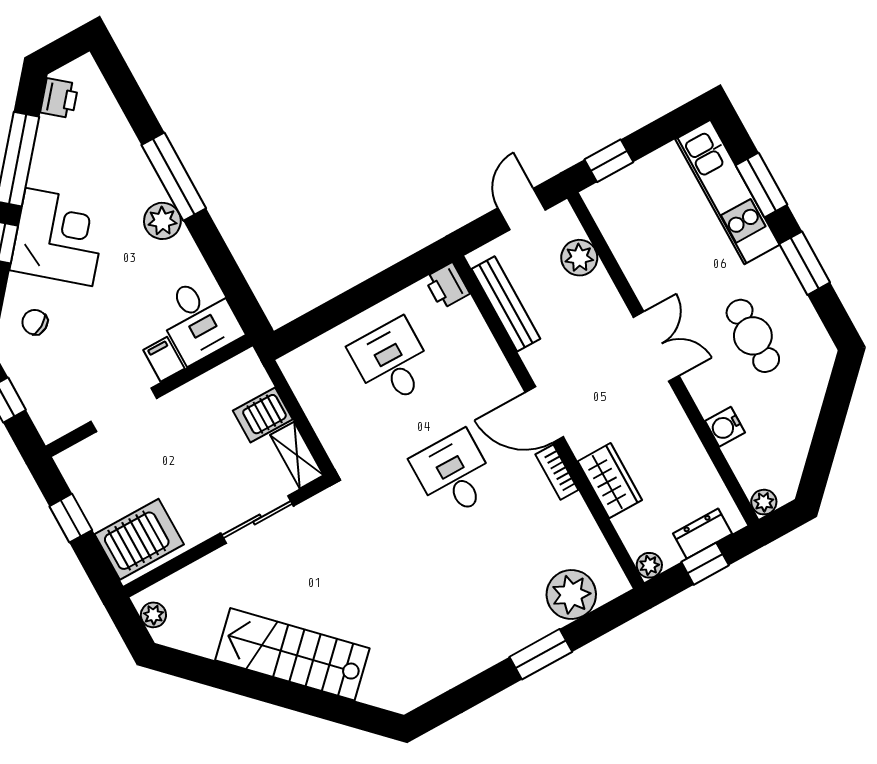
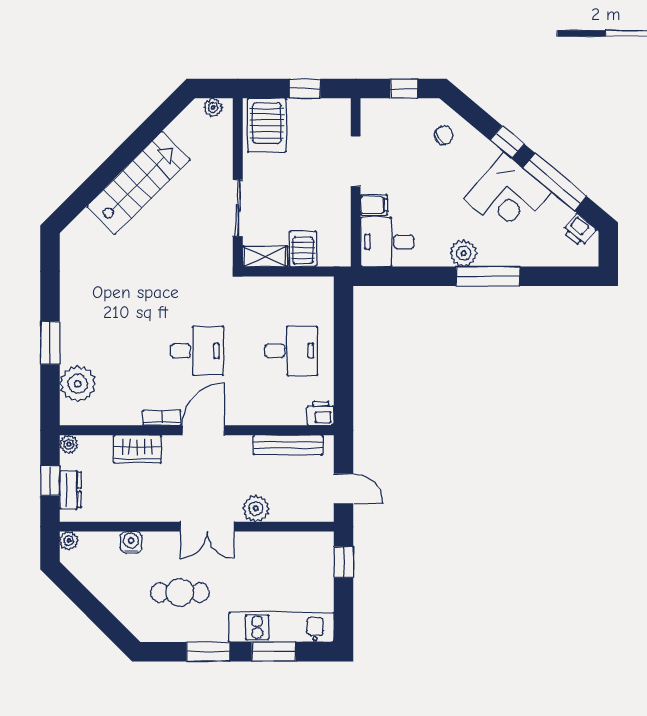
corner desk: (59, 237) -> (508, 196), moved
plant: (579, 258) -> (256, 509), moved

